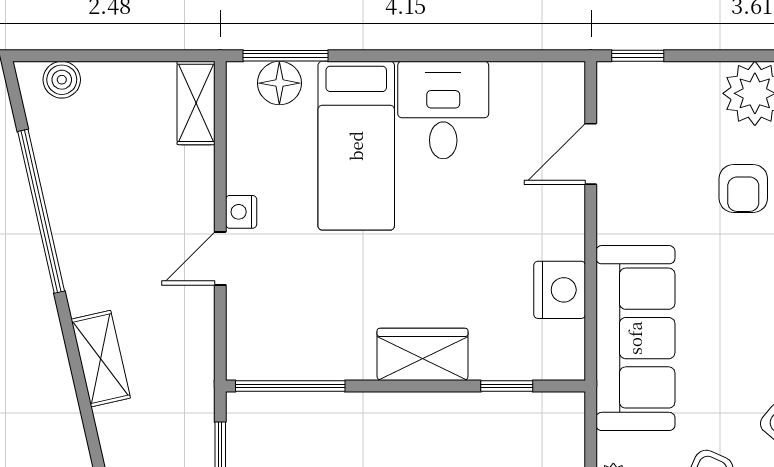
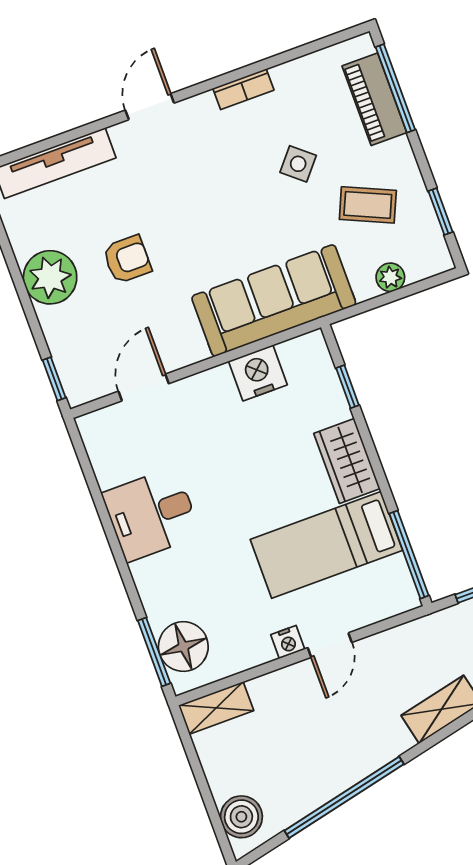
boiler: (62, 80) -> (241, 817), width x1.36, depth x1.36
floor lamp: (279, 83) -> (183, 647), width x1.38, depth x1.38
bed: (356, 146) -> (326, 545), moved, turned 180
door: (591, 154) -> (144, 387), swing flipped
door: (220, 258) -> (330, 645), hinge flipped

